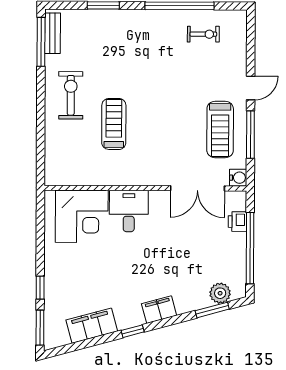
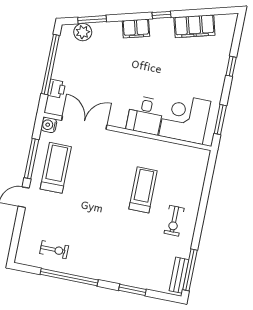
exercise bike: (203, 34) -> (54, 250), turned 180
exercise bike: (71, 95) -> (174, 221), width x0.73, depth x0.72
treadmill: (114, 124) -> (143, 190), turned 180
window: (40, 328) -> (220, 119), moved

